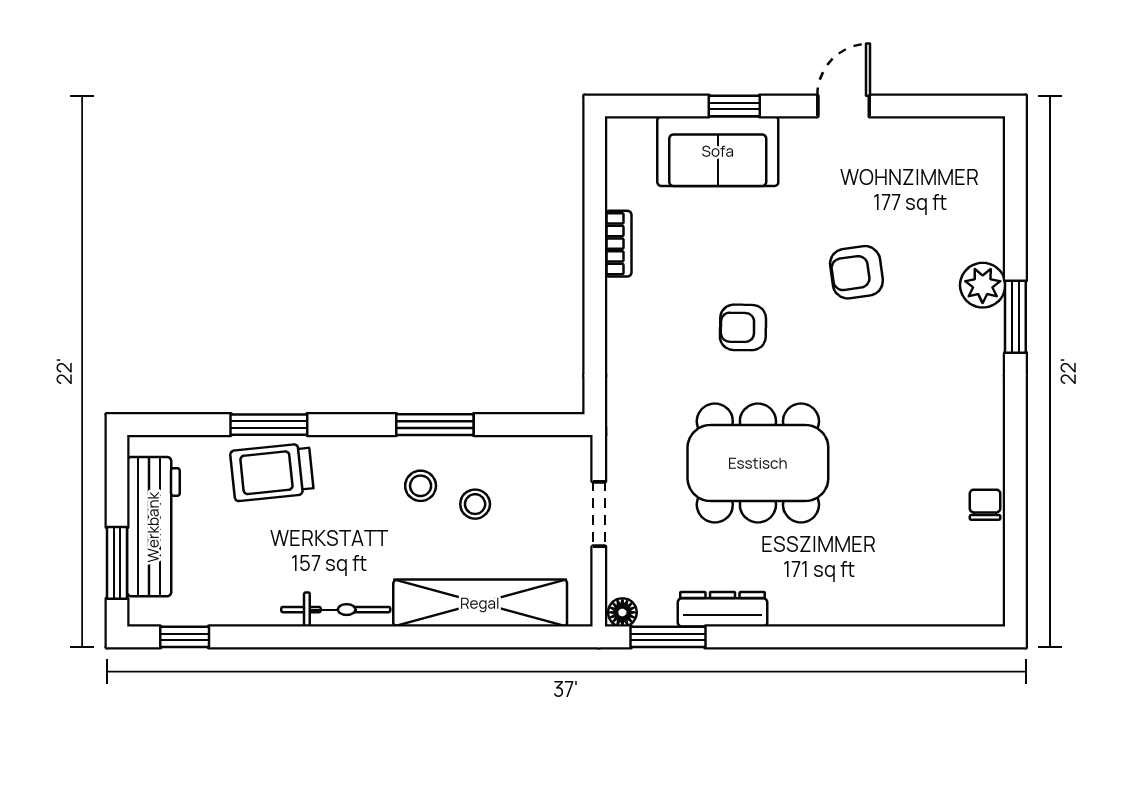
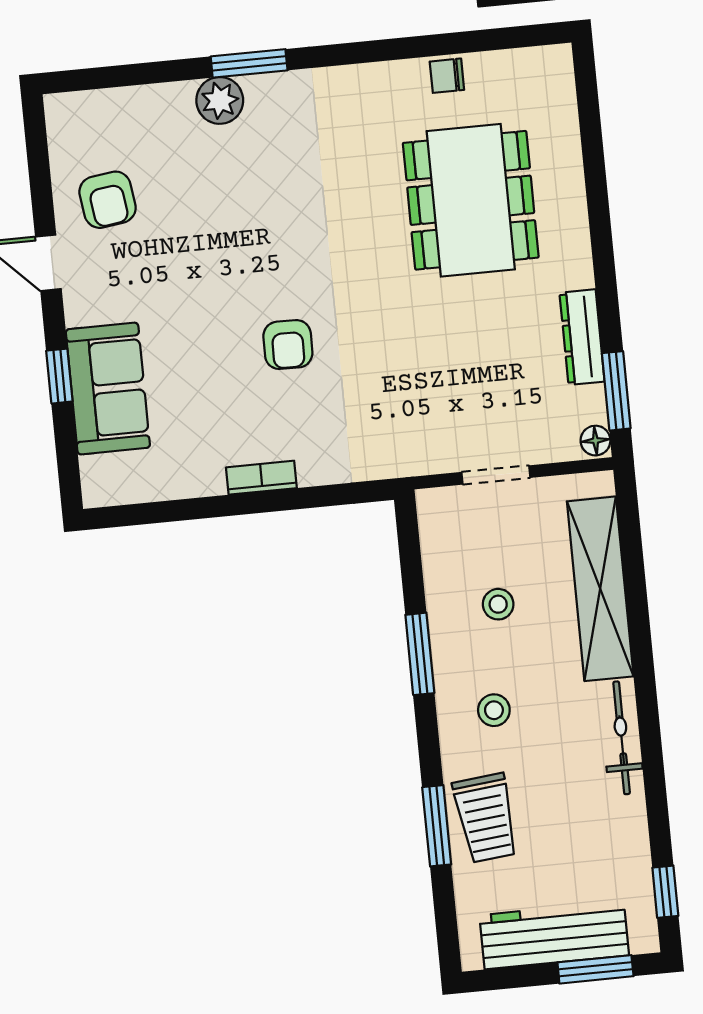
bookcase: (618, 244) -> (261, 478), moved
armchair: (856, 272) -> (108, 200), moved
dining table: (758, 463) -> (471, 200), moved
stool: (421, 486) -> (494, 710), moved

